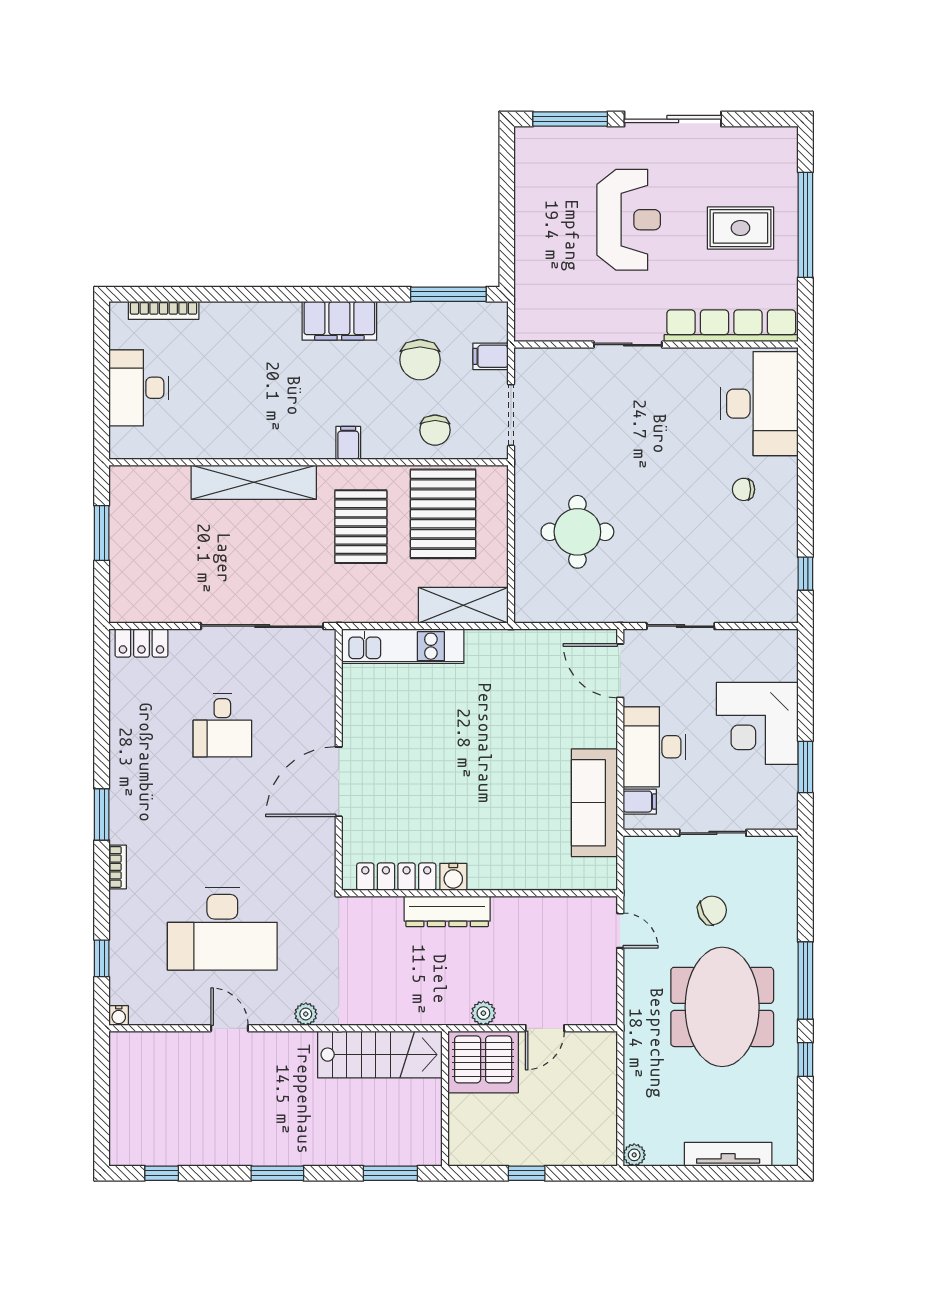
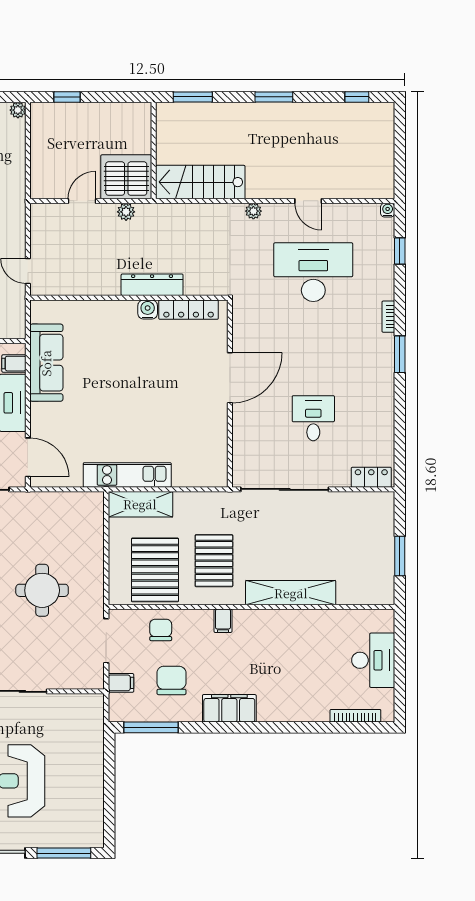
round table: (577, 532) -> (42, 590), moved
kitchen unit: (403, 646) -> (127, 475), moved
window: (527, 1173) -> (67, 97), moved

